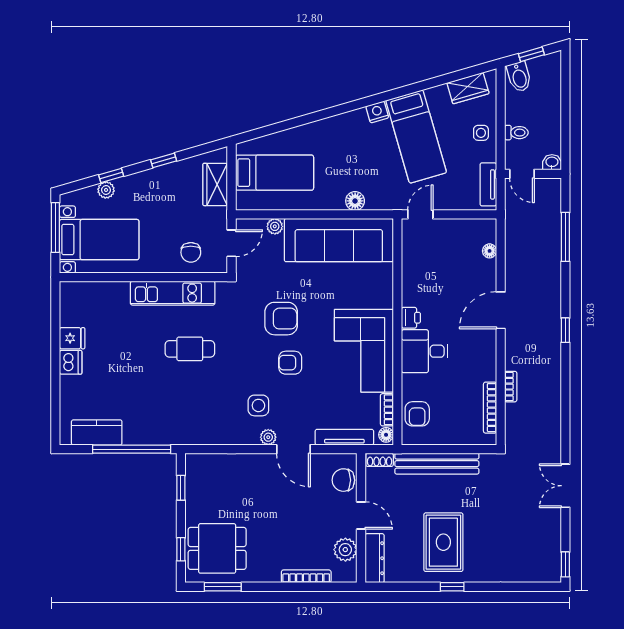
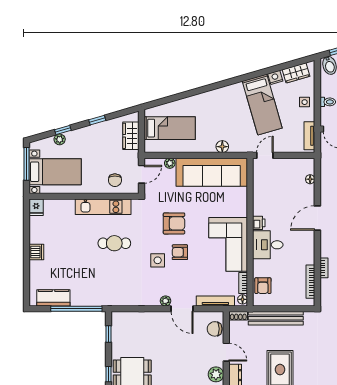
nightstand: (377, 112) -> (275, 77), moved
fridge: (72, 338) -> (36, 207), moved, turned 90
side table: (258, 405) -> (158, 260), moved

